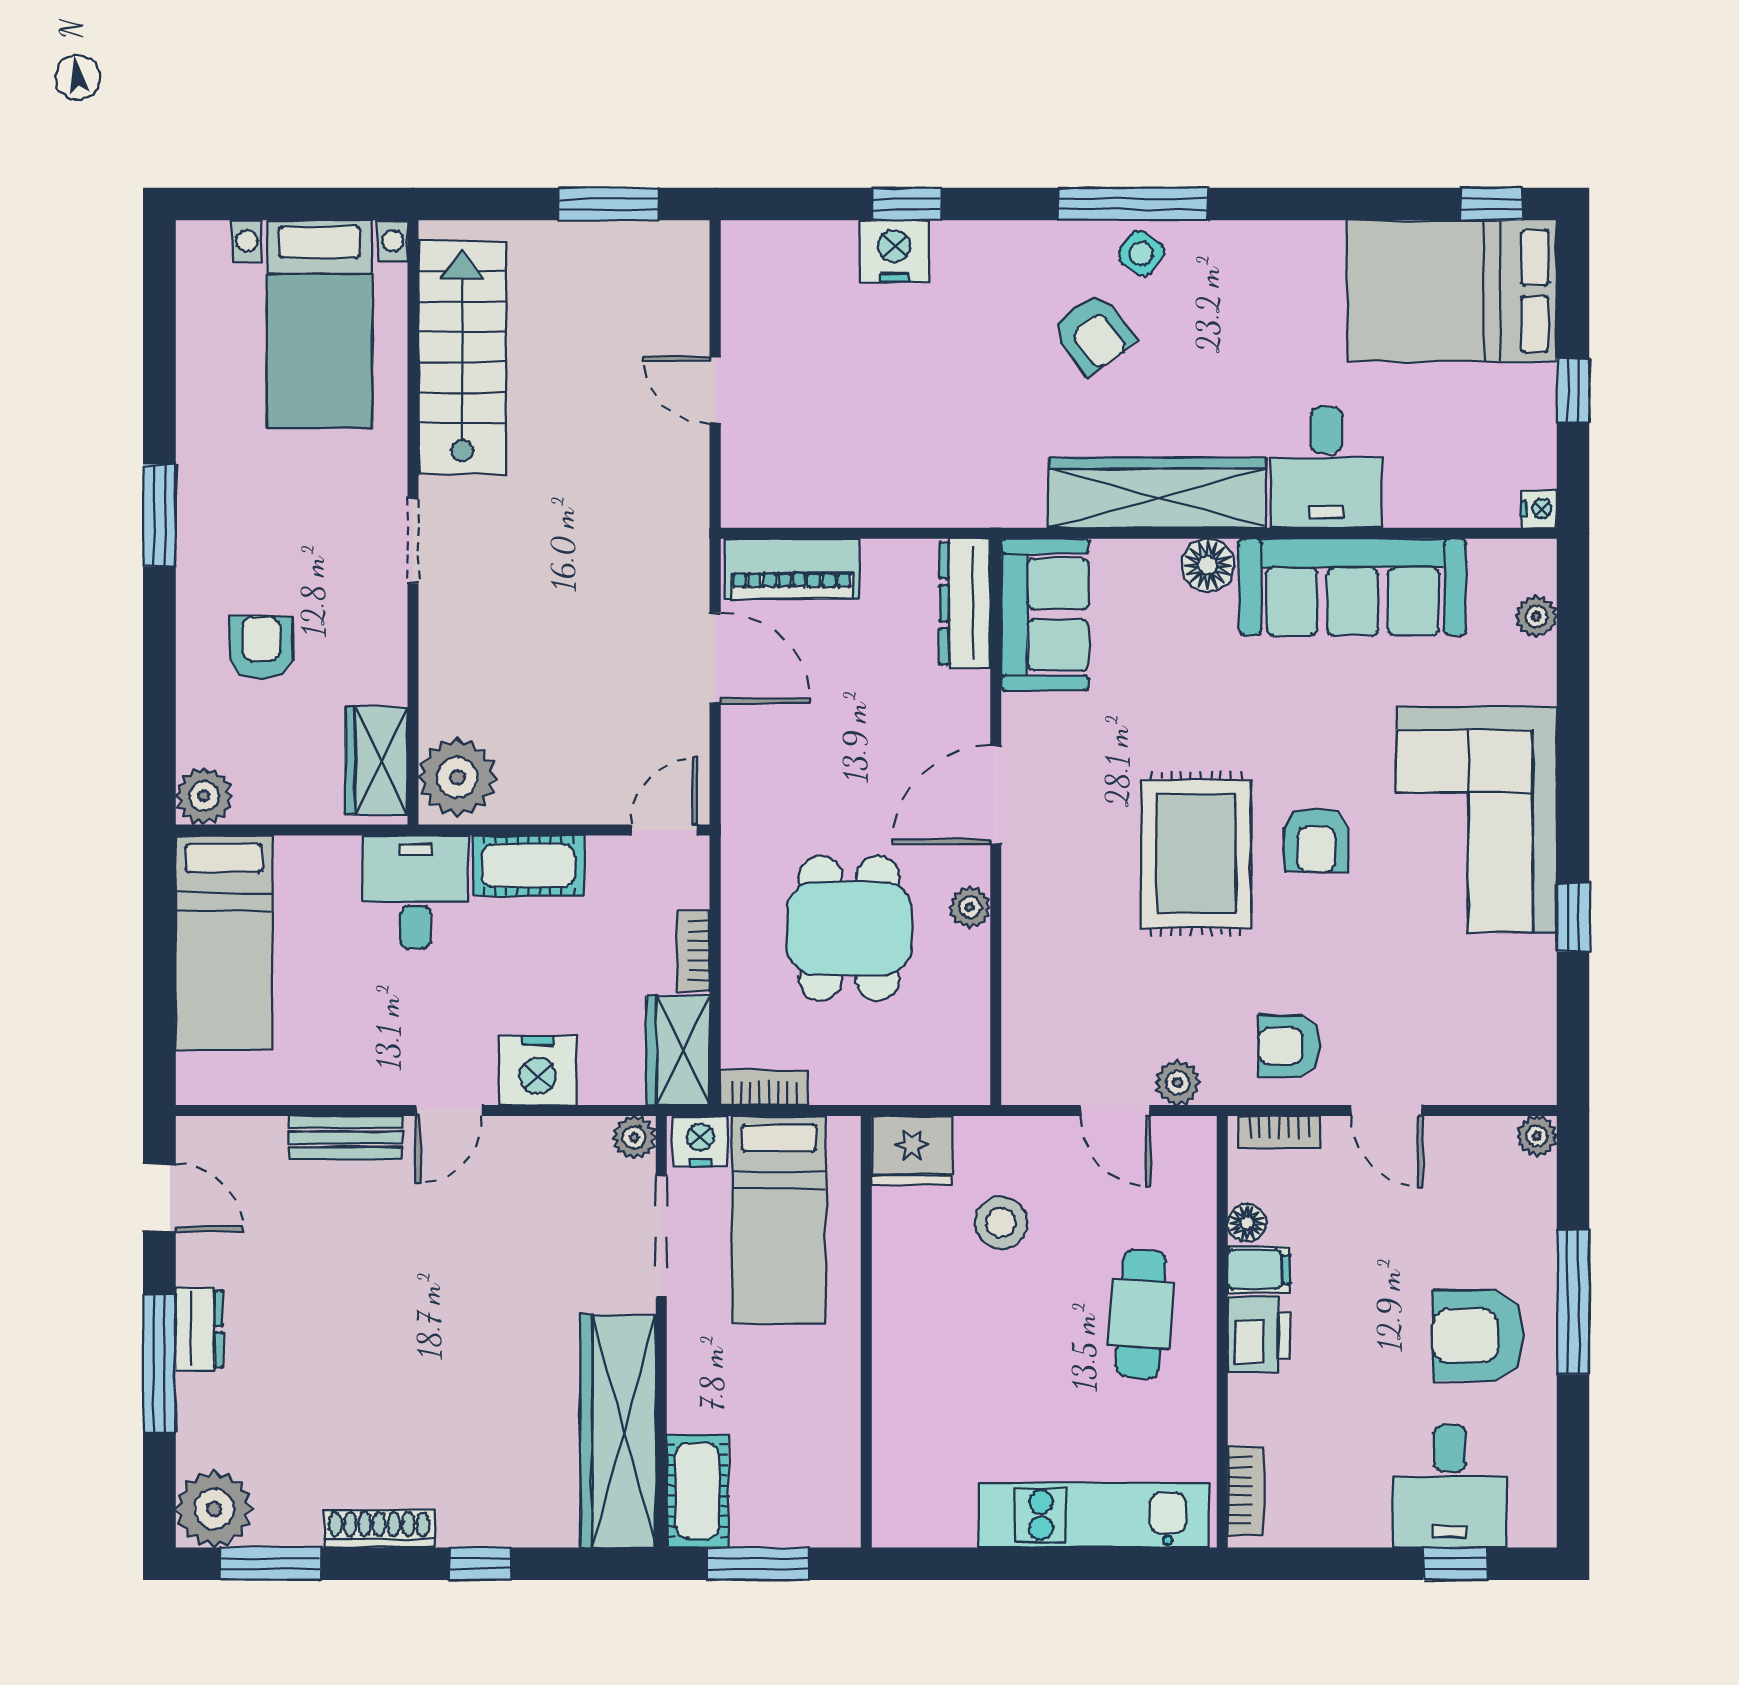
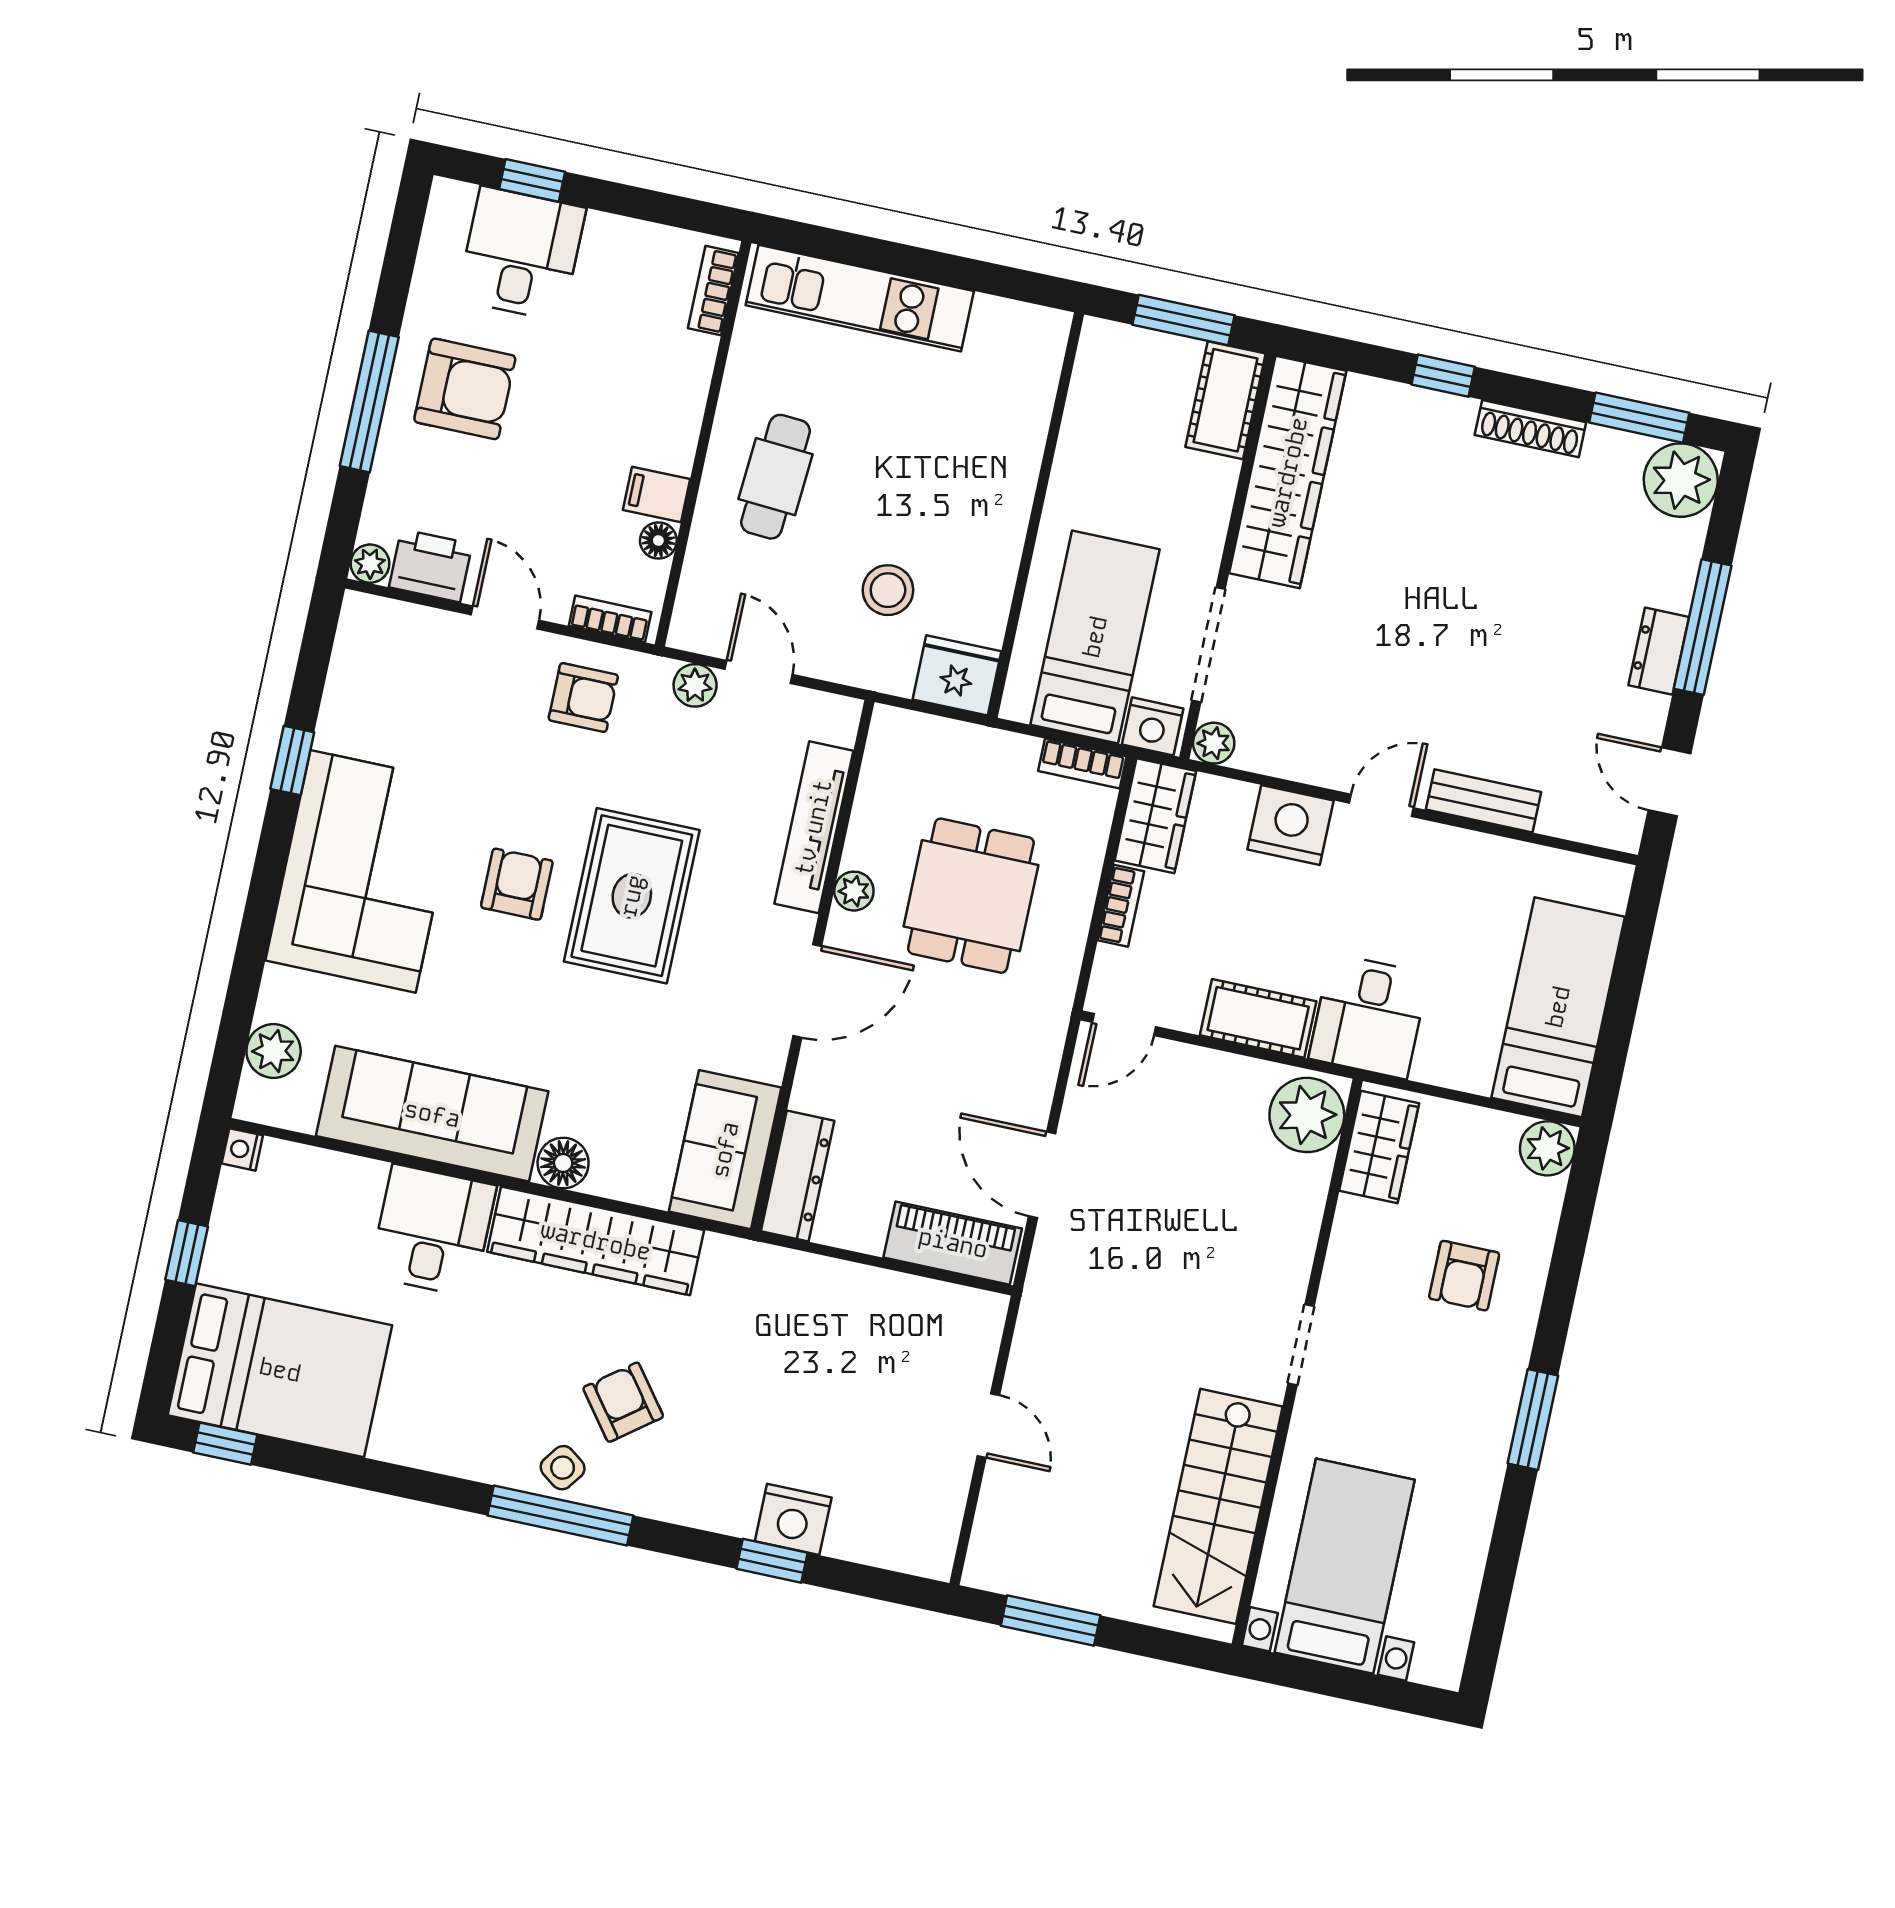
plant: (1536, 616) -> (274, 1051), width x1.38, depth x1.38
tv unit: (1025, 964) -> (814, 827), added
printer: (1259, 1335) -> (431, 566), moved, turned 90

